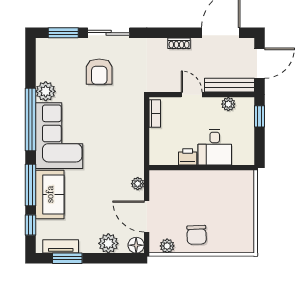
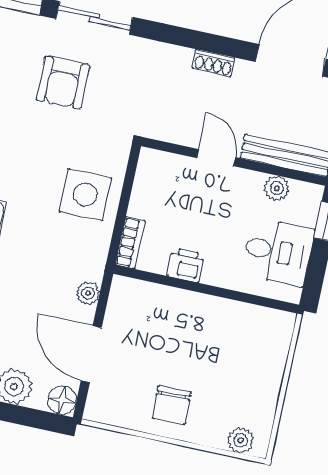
bookcase: (155, 113) -> (130, 243), moved
side table: (125, 130) -> (85, 195), added
desk: (215, 147) -> (278, 252), moved, turned -90
plant: (167, 246) -> (241, 440), moved

